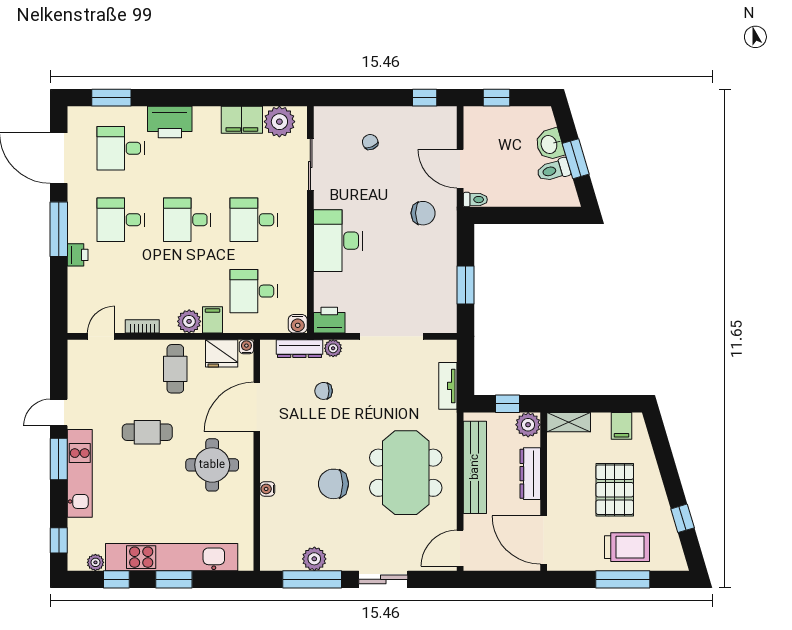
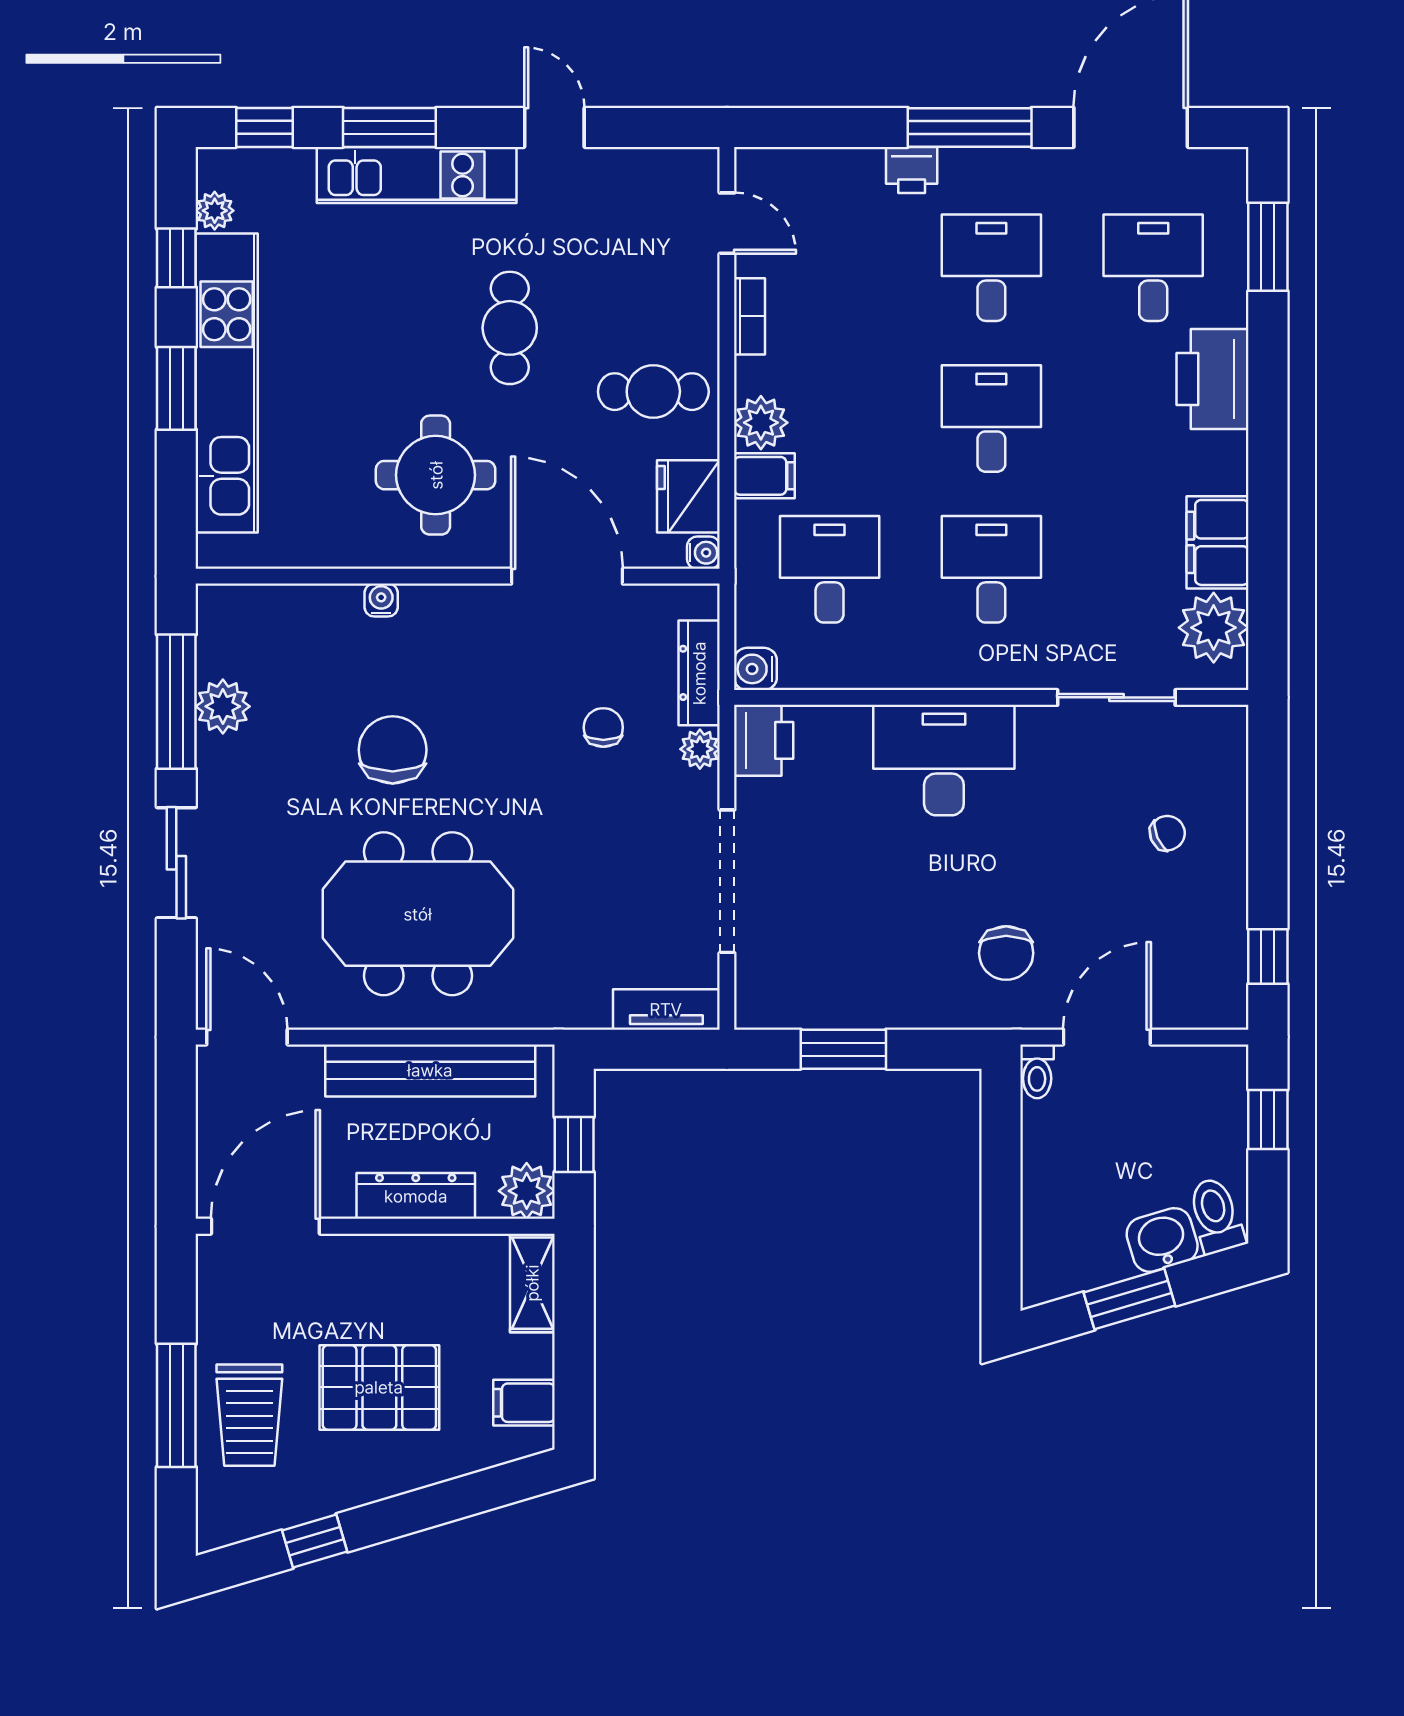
toilet: (554, 170) -> (1216, 1216), moved
tv unit: (448, 386) -> (666, 1009), moved
window: (59, 459) -> (389, 127), moved

